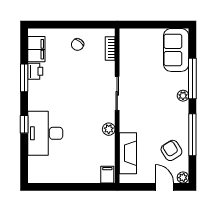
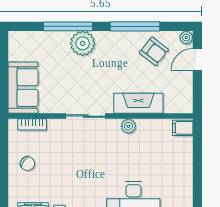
sofa: (176, 50) -> (23, 88), moved, turned -90
plant: (183, 96) -> (83, 43), width x1.88, depth x1.88
armchair: (171, 150) -> (154, 51), turned -110
fireplace: (128, 153) -> (138, 103), moved

